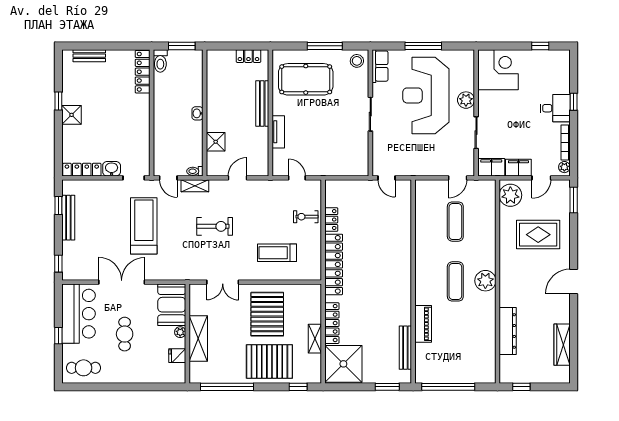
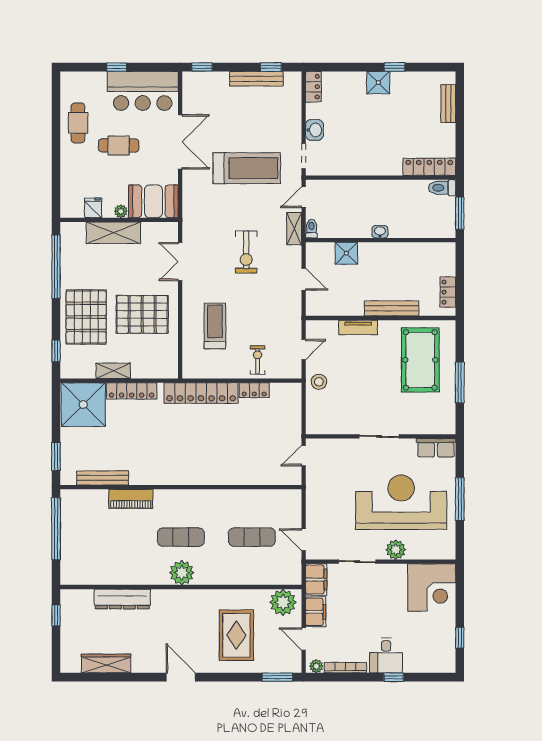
stool: (357, 61) -> (319, 382), moved
locker: (82, 170) -> (313, 87), width x0.66
cafe table: (84, 368) -> (78, 123), moved

